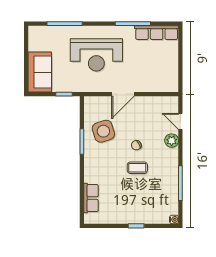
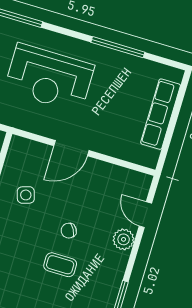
row of seats: (157, 33) -> (161, 114), moved, turned 90
side table: (103, 131) -> (26, 195), width x0.54, depth x0.54

